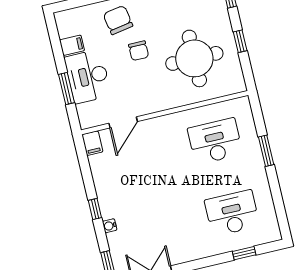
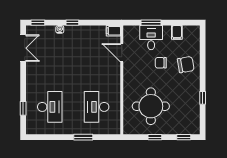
chair: (139, 51) -> (161, 63), moved
desk: (88, 76) -> (151, 38), width x0.73
desk: (215, 141) -> (97, 107), turned 180

